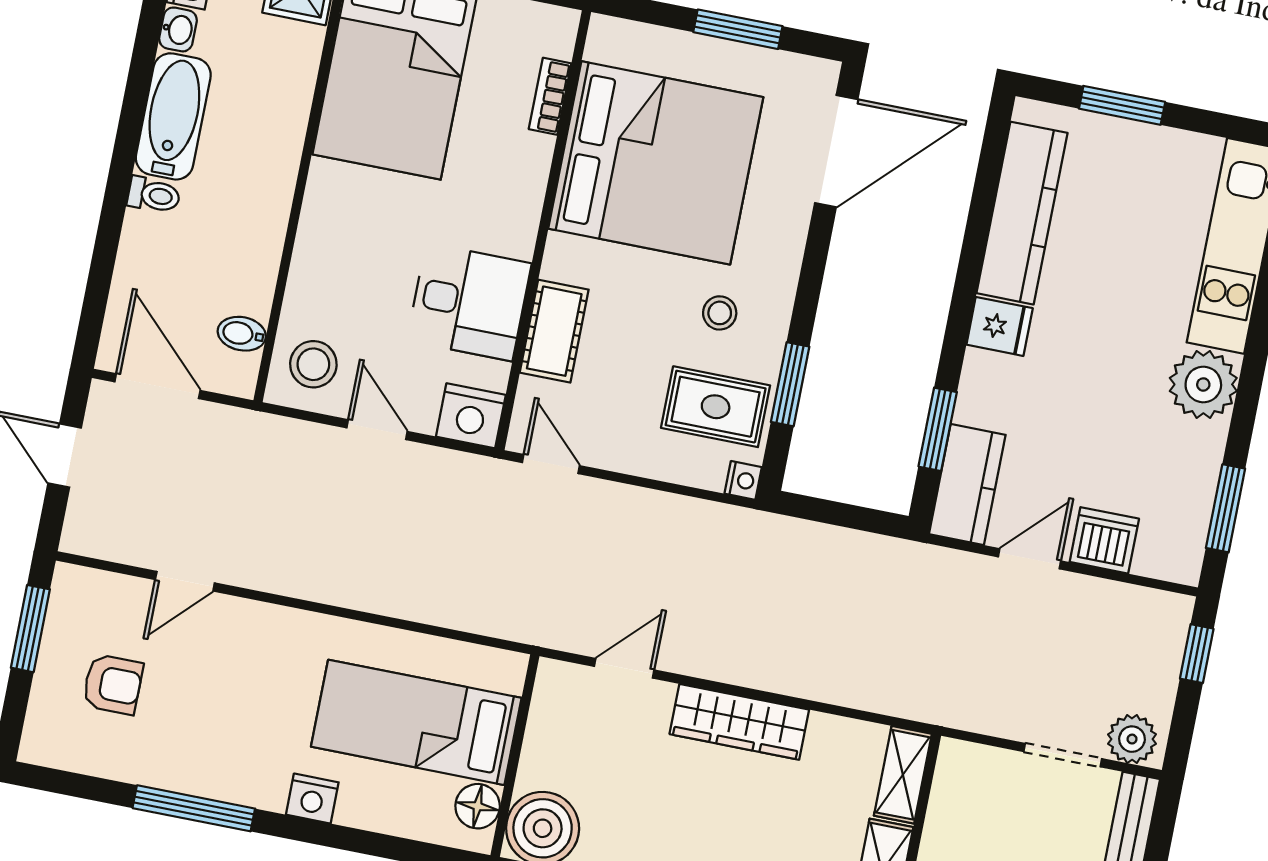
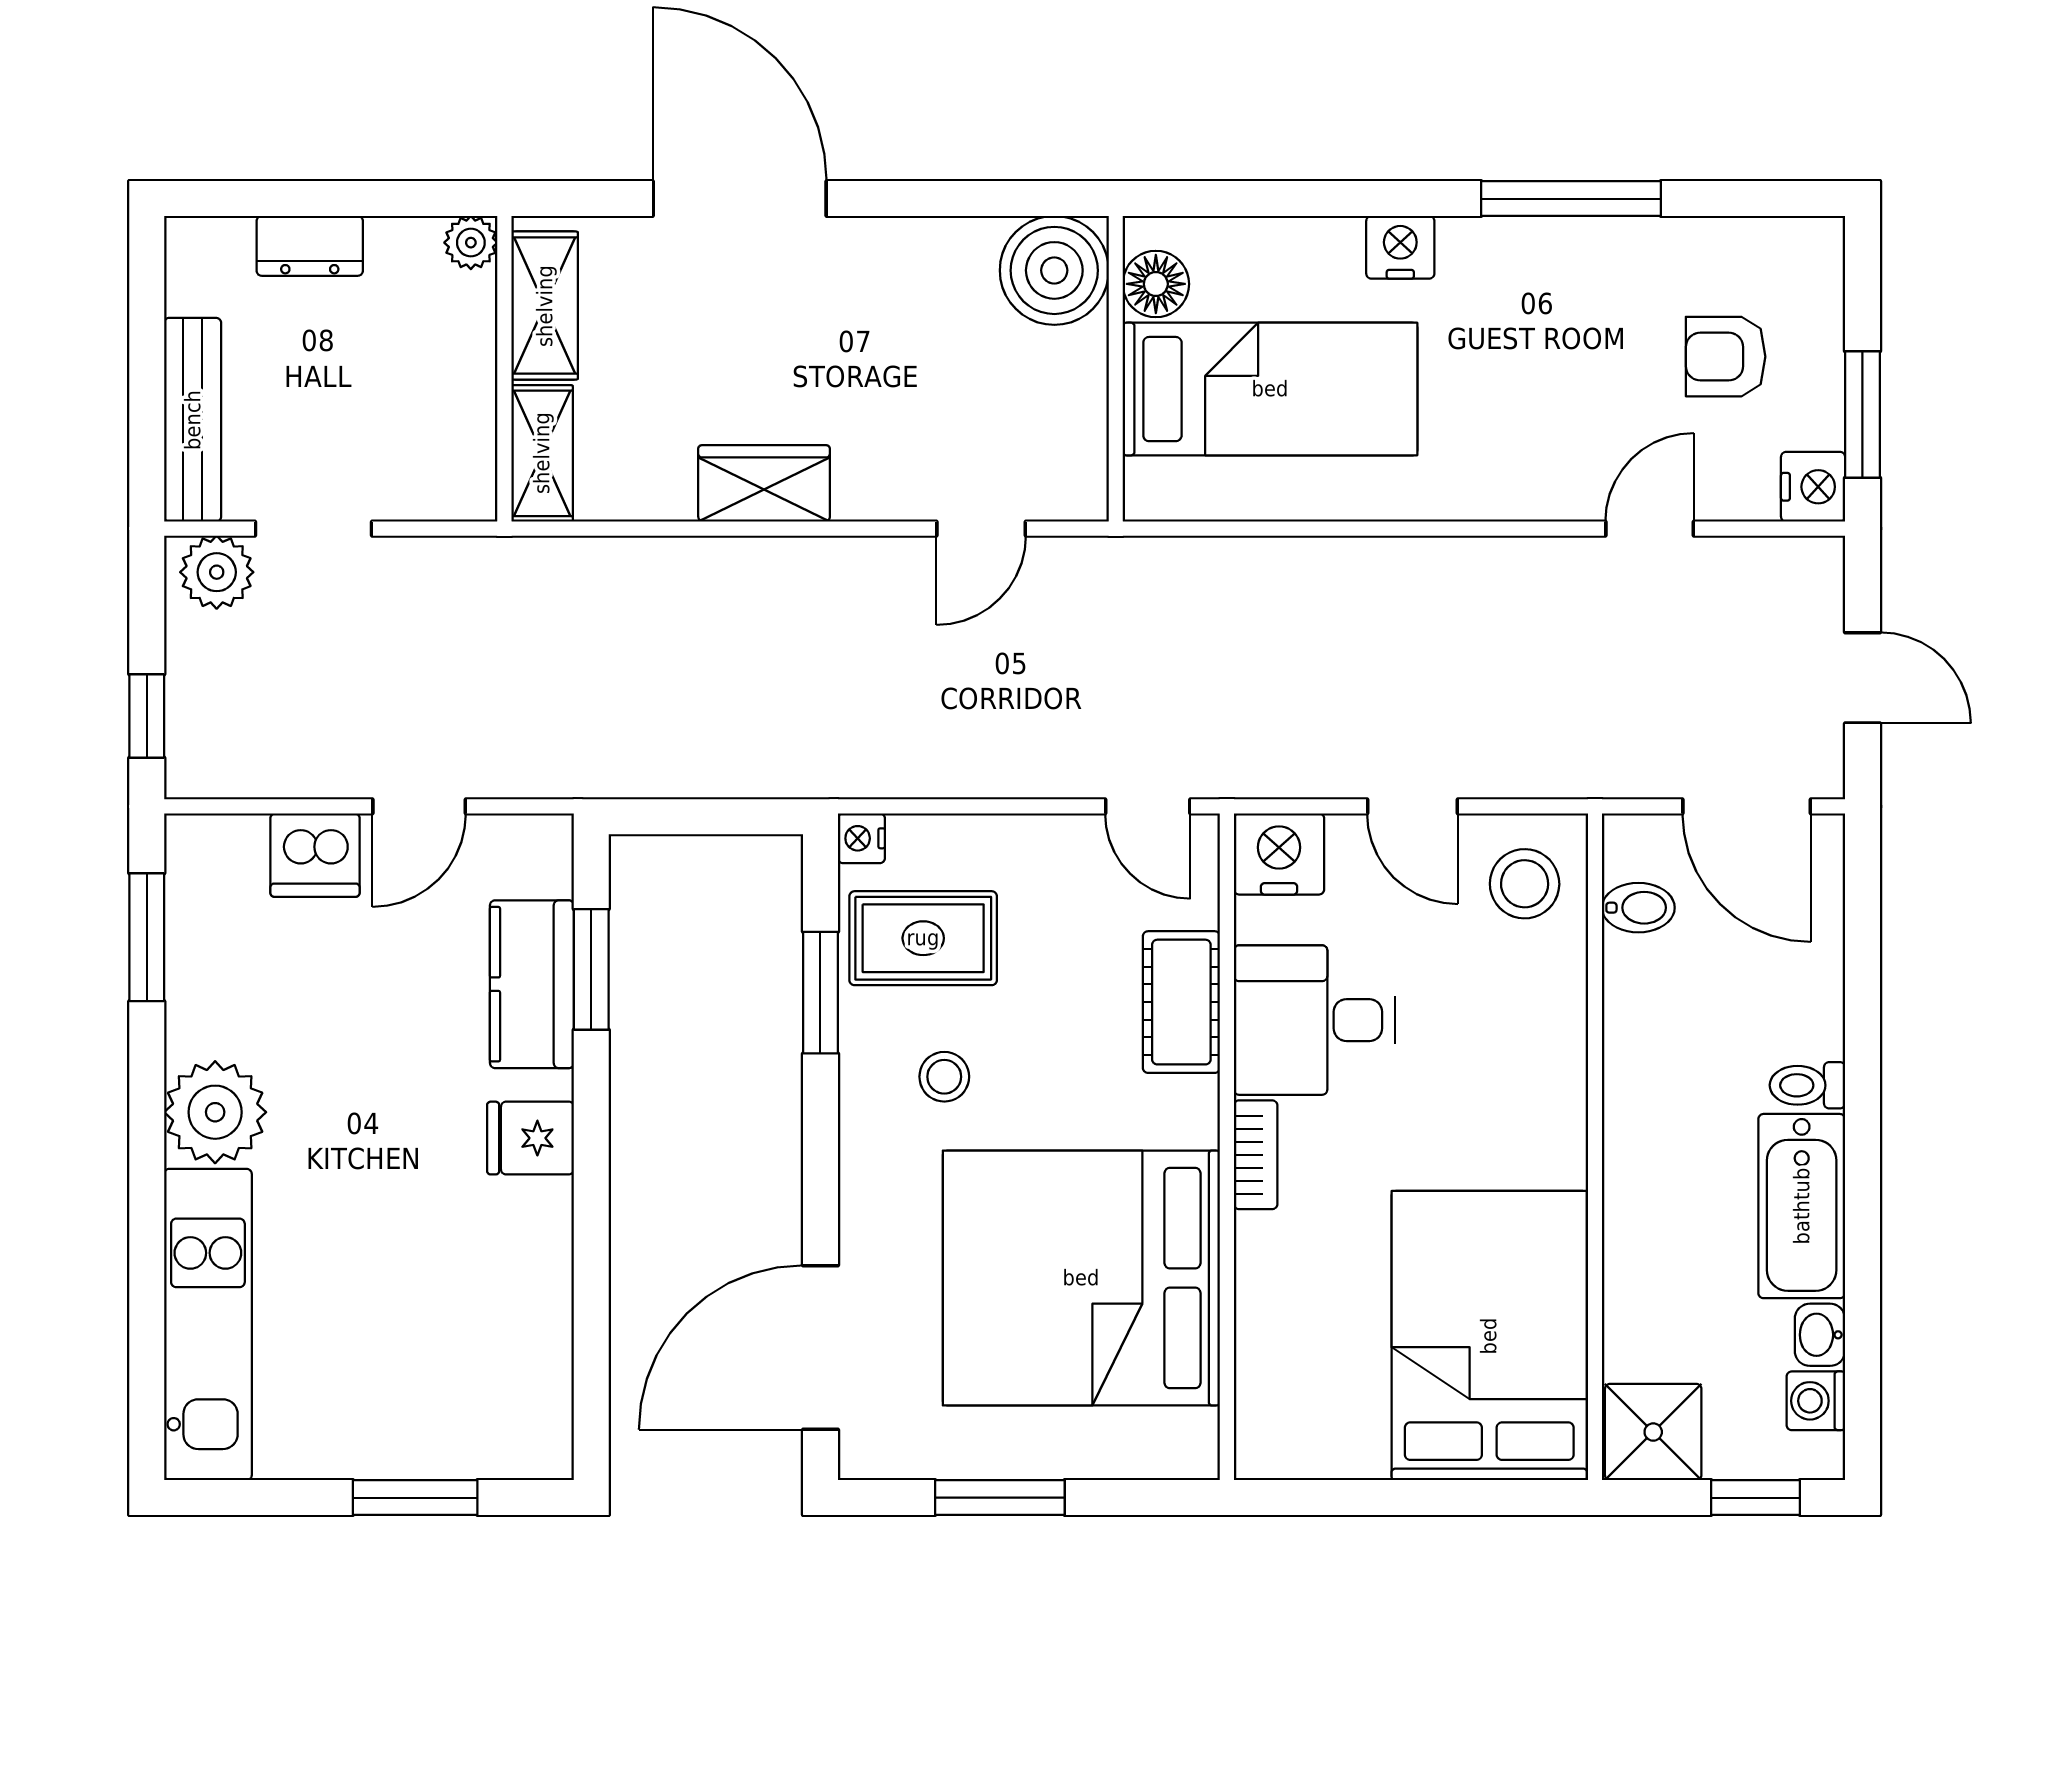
bookcase: (550, 96) -> (1256, 1155), moved
kitchen counter: (1022, 213) -> (530, 1311), removed
kitchen counter: (967, 484) -> (532, 984), moved
nightstand: (72, 587) -> (1813, 487), added
wardrobe: (739, 722) -> (764, 483), width x0.67

